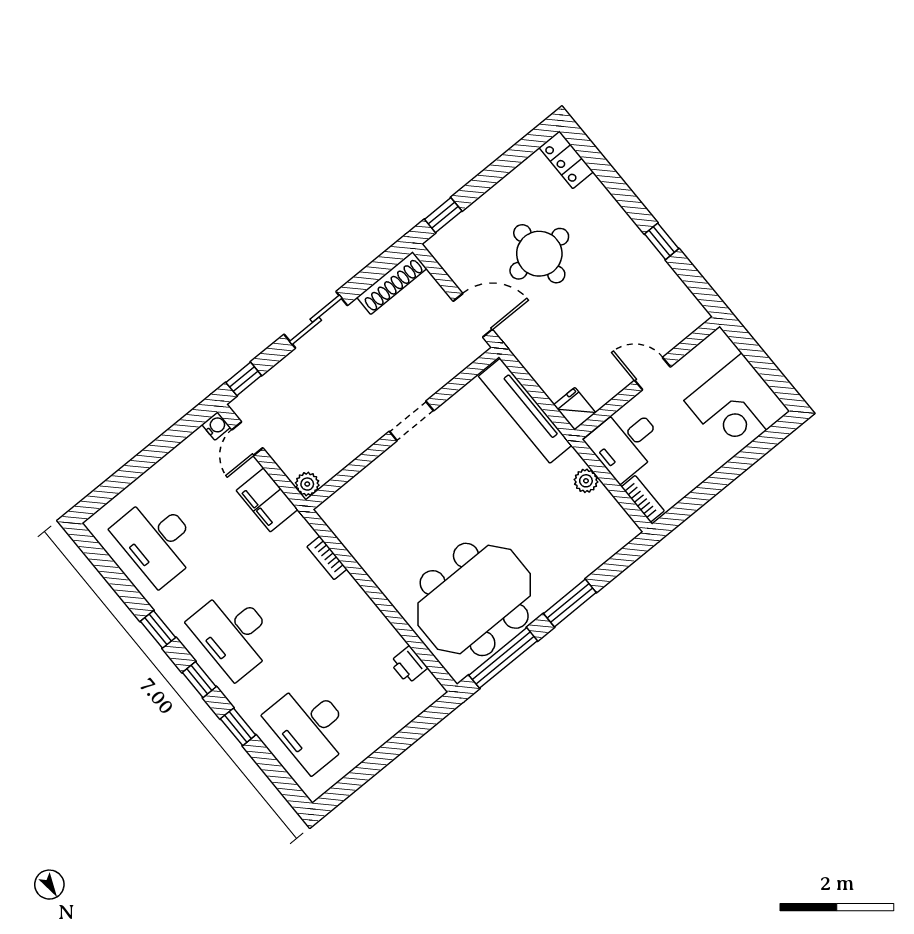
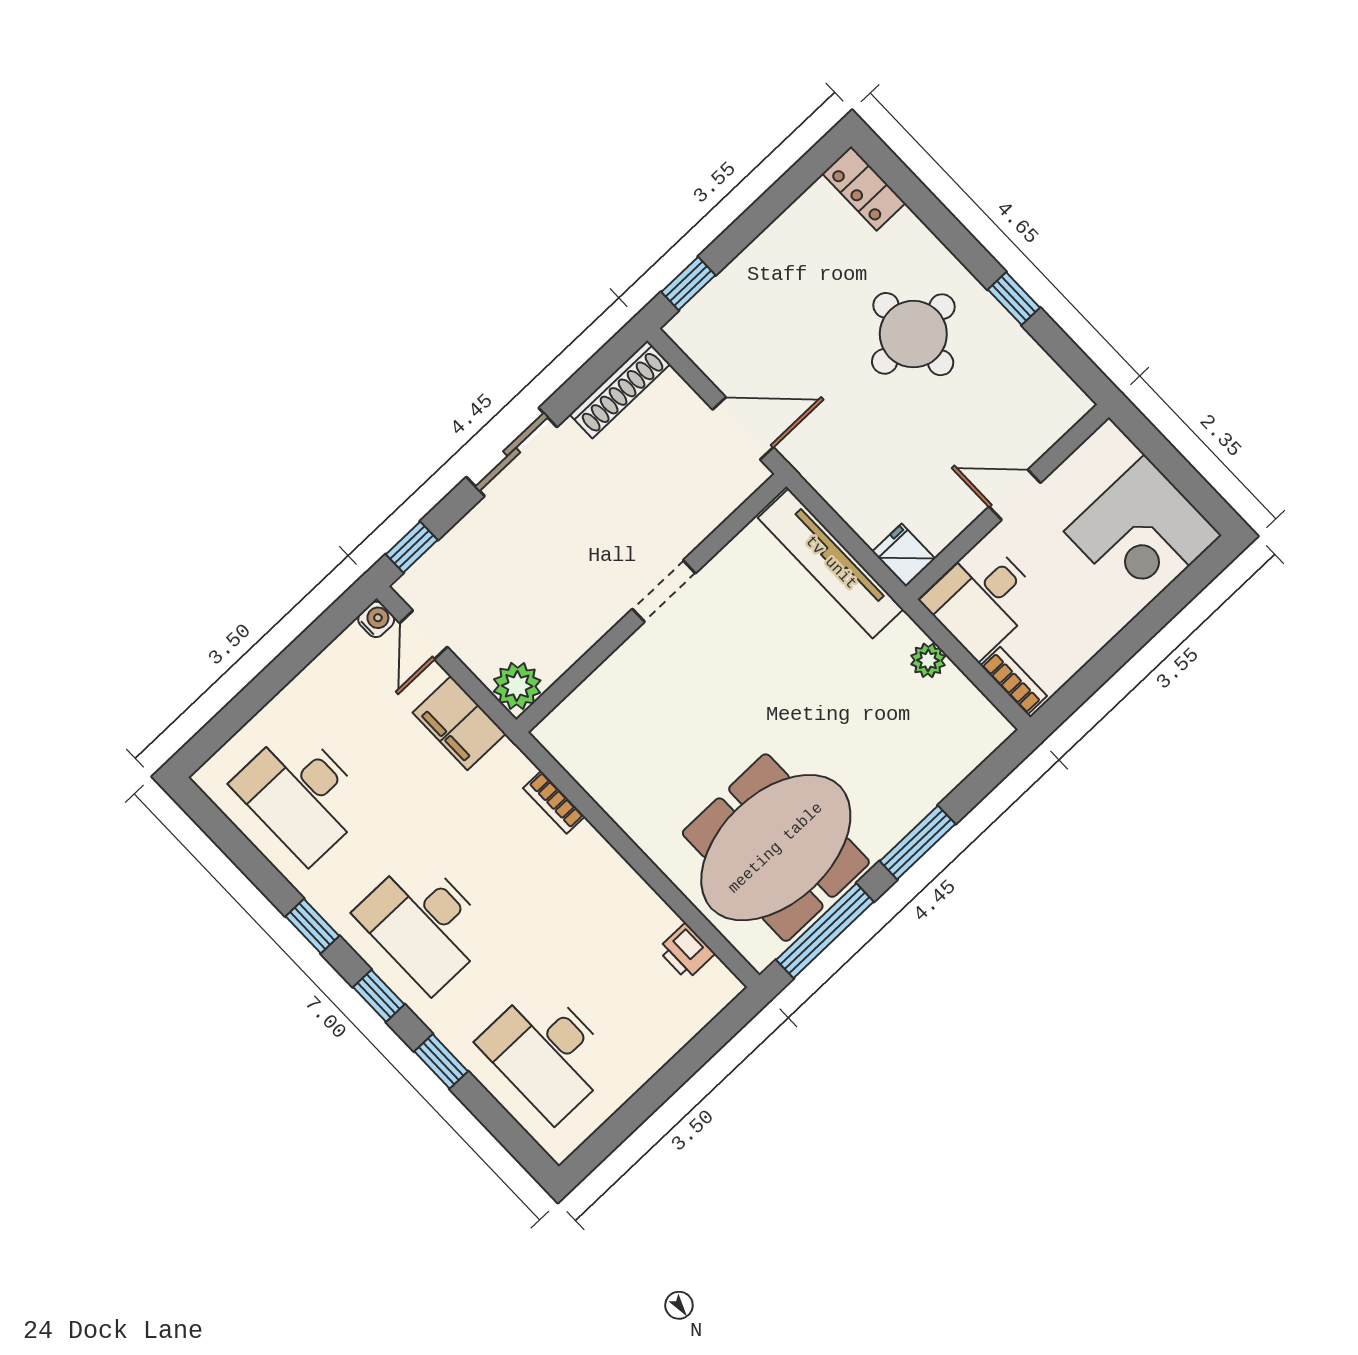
round table: (539, 254) -> (913, 334), moved
plant: (307, 484) -> (517, 686), width x1.38, depth x1.38

